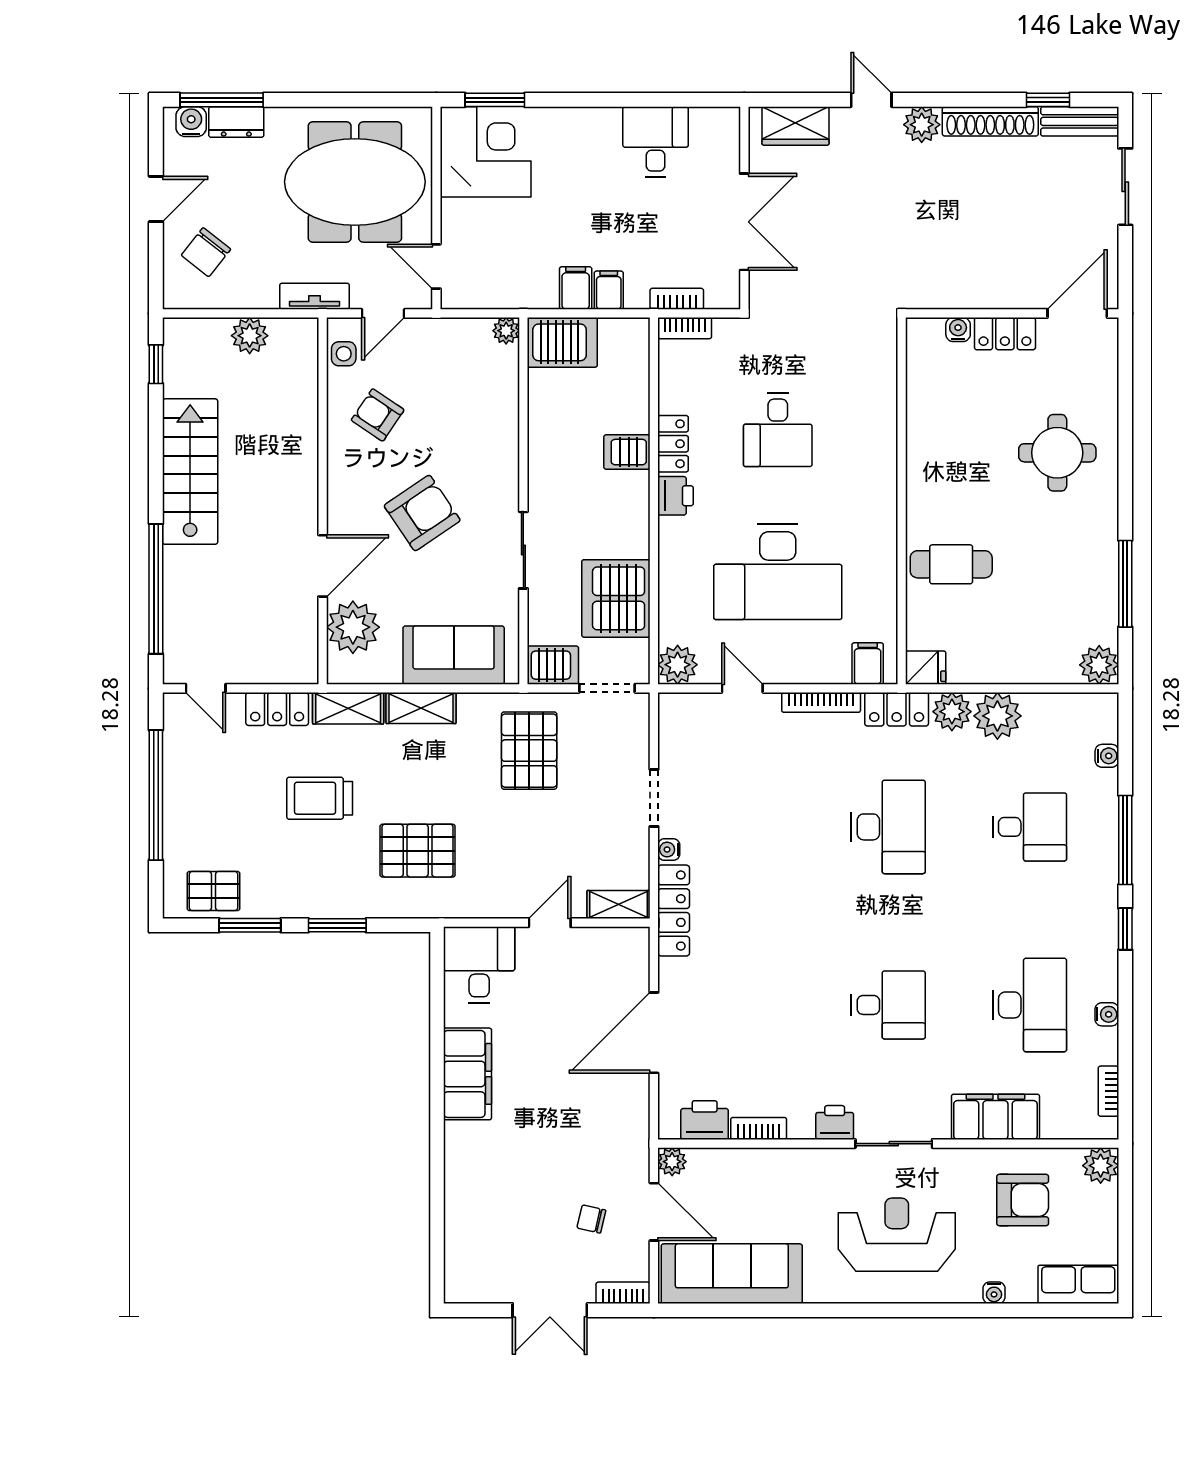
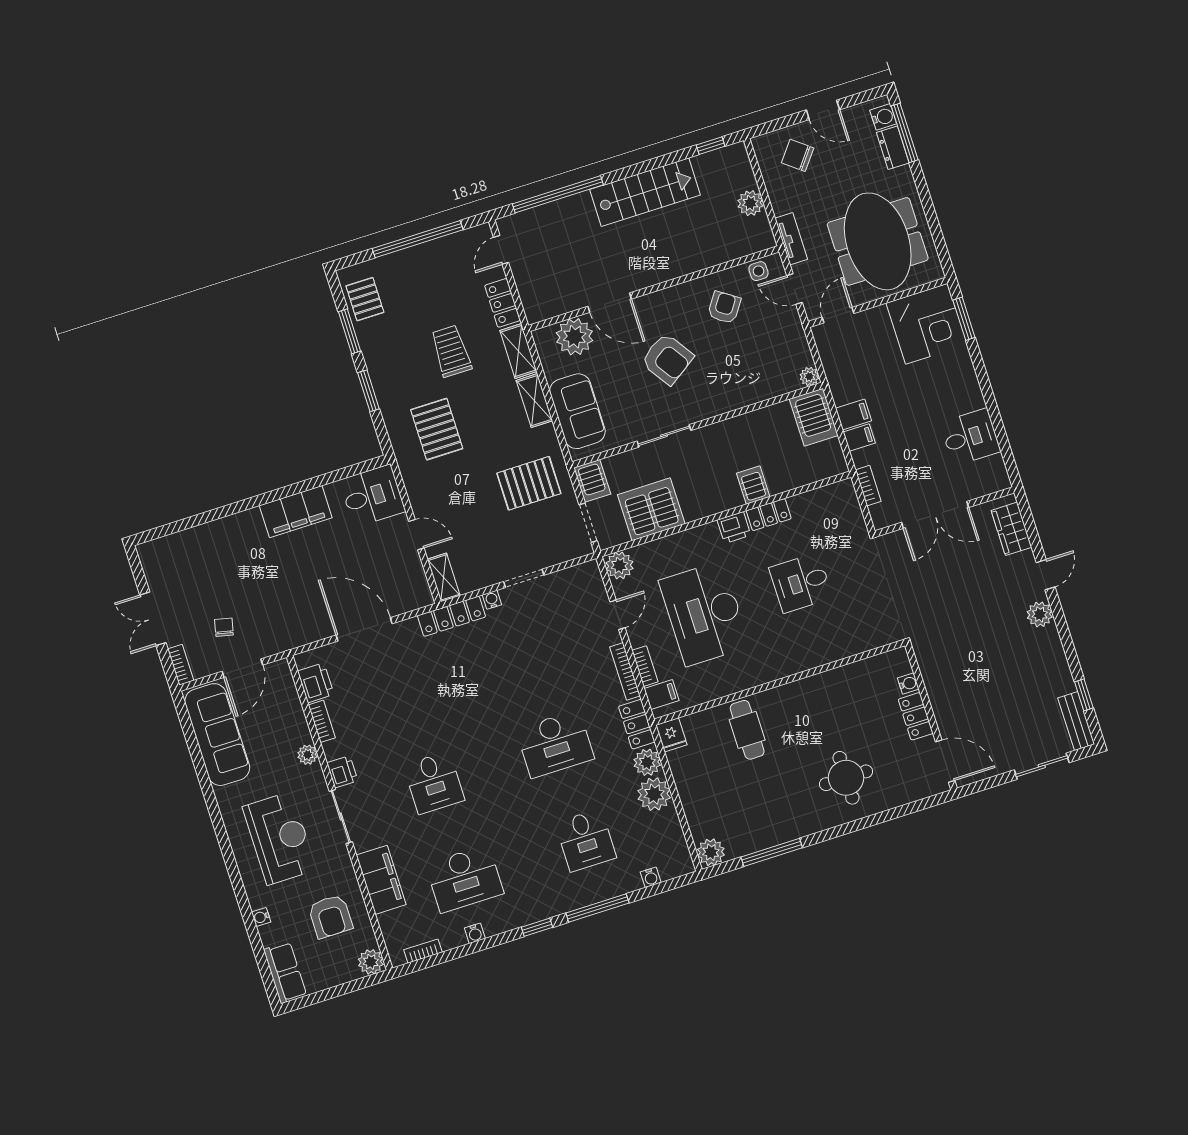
shoe rack: (990, 121) -> (1057, 660), removed
bookcase: (685, 328) -> (645, 666), moved, turned 180
plant: (672, 1162) -> (308, 755), moved

